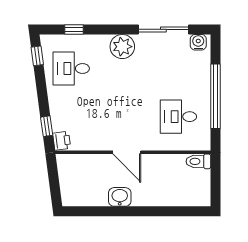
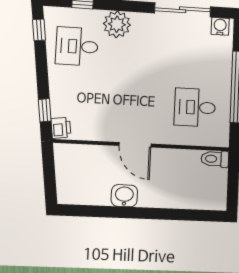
plant: (122, 47) -> (117, 24), moved

